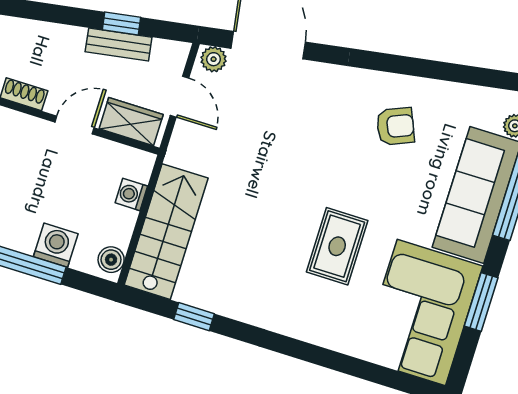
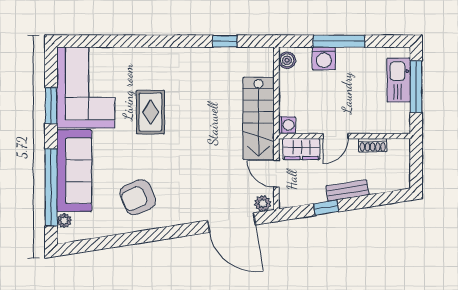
bench: (119, 44) -> (347, 190), moved
armchair: (395, 126) -> (138, 197), width x1.38, depth x1.38
washing machine: (131, 194) -> (287, 125), moved
stairs: (166, 232) -> (259, 118), moved

